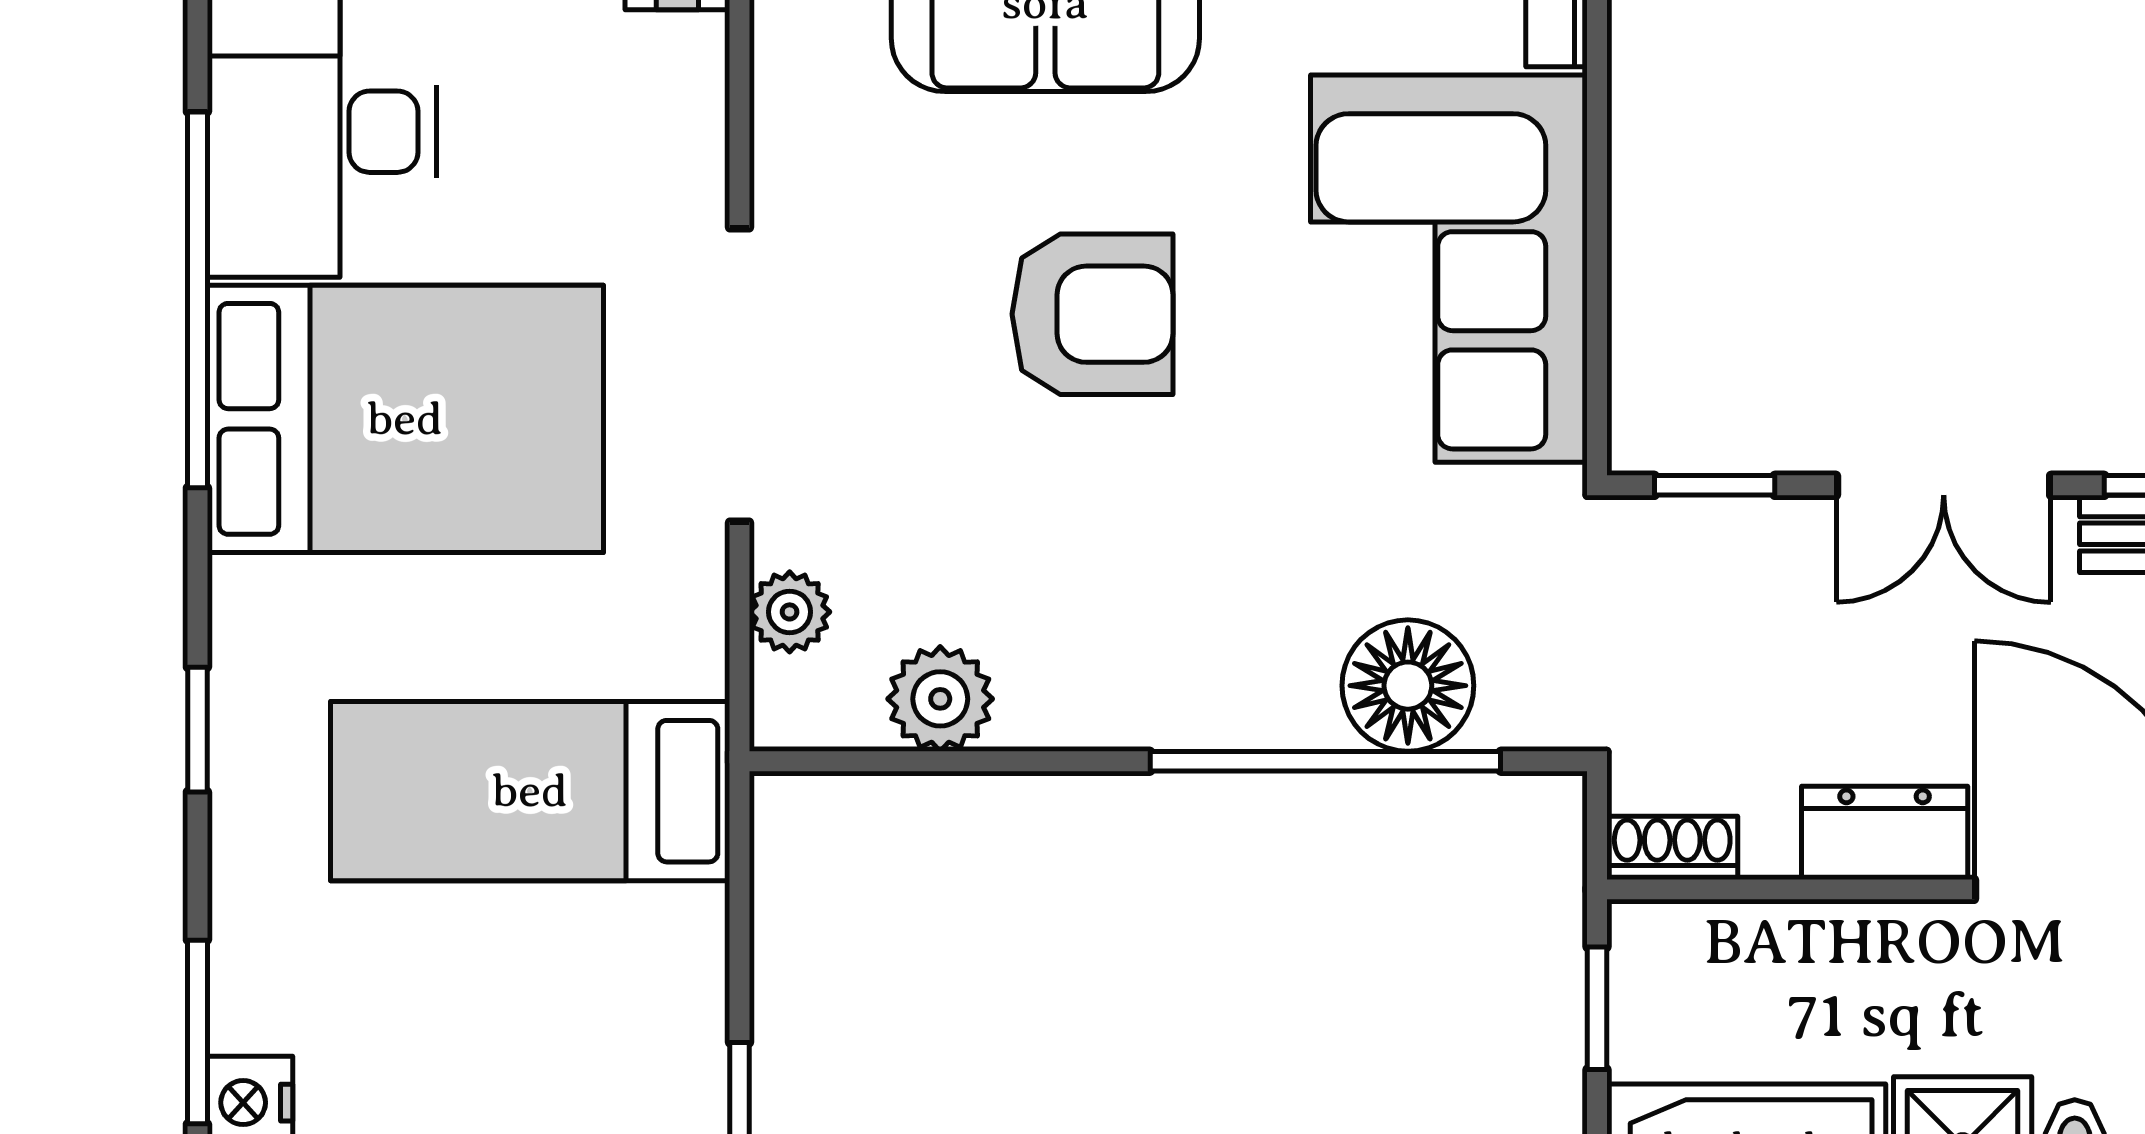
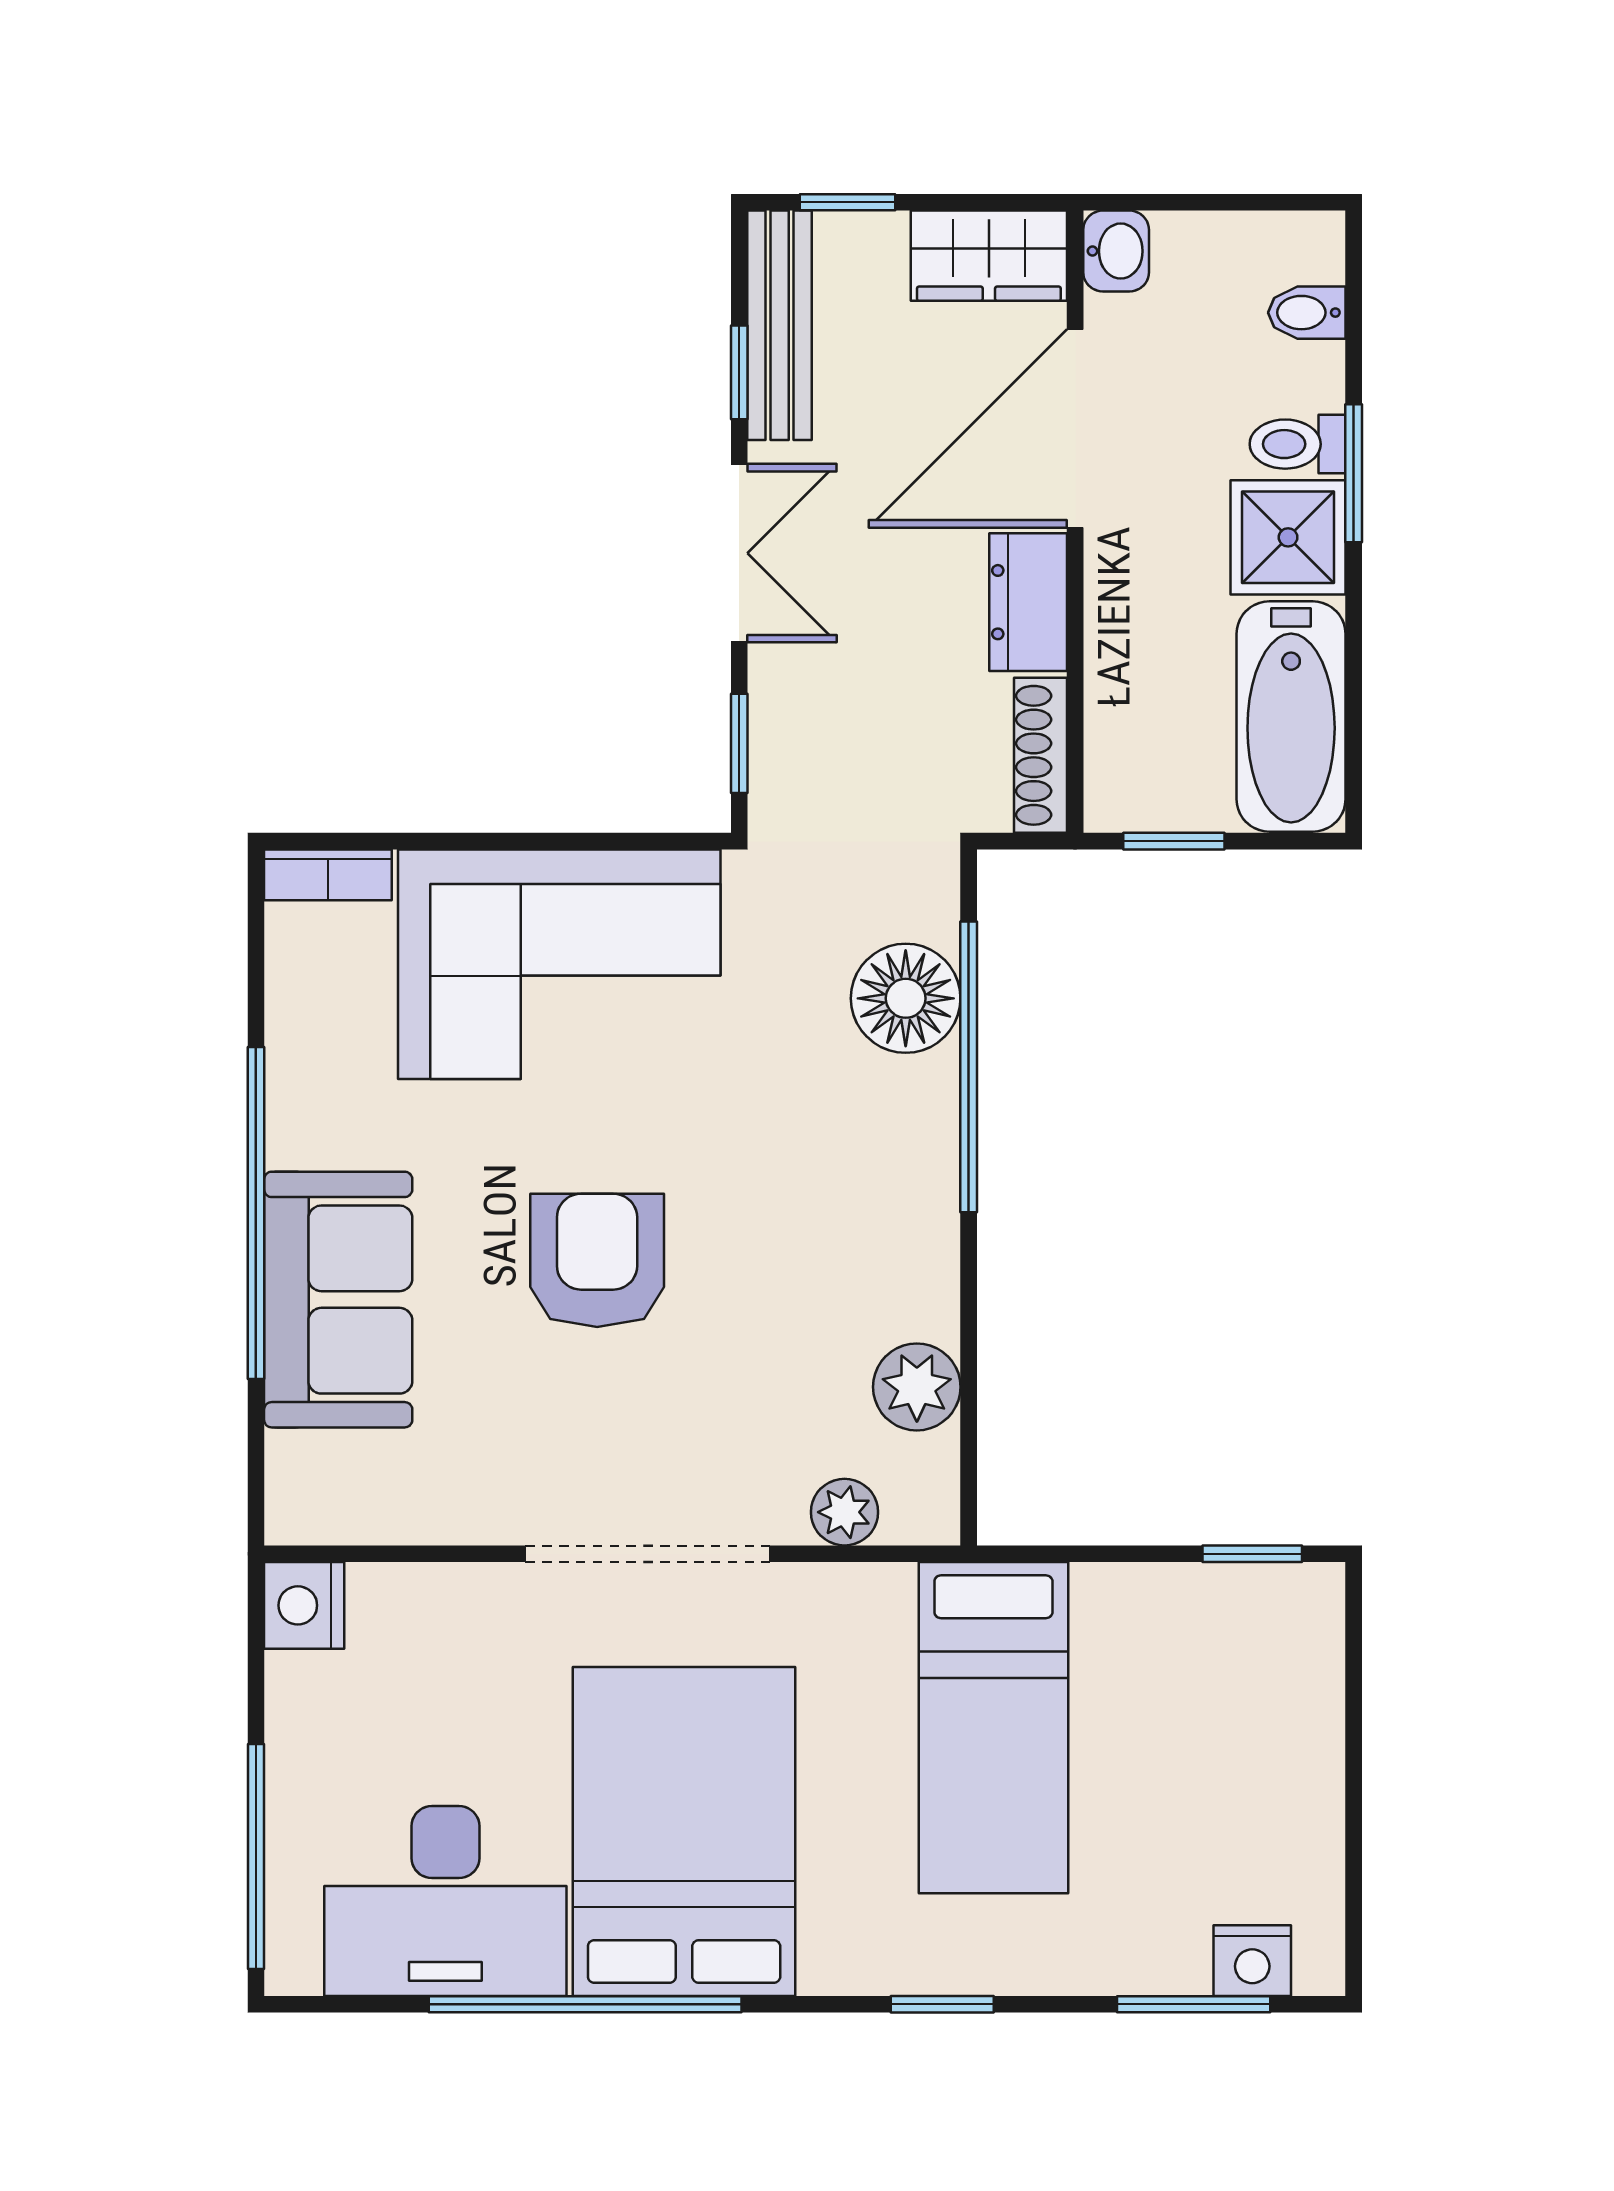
shoe rack: (1672, 848) -> (1041, 755), width x1.43

